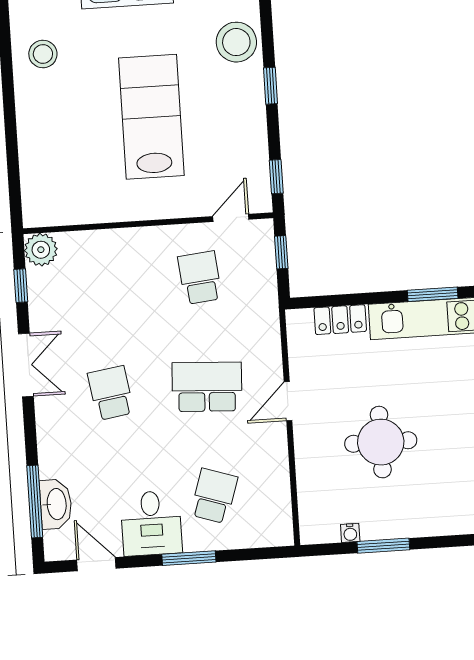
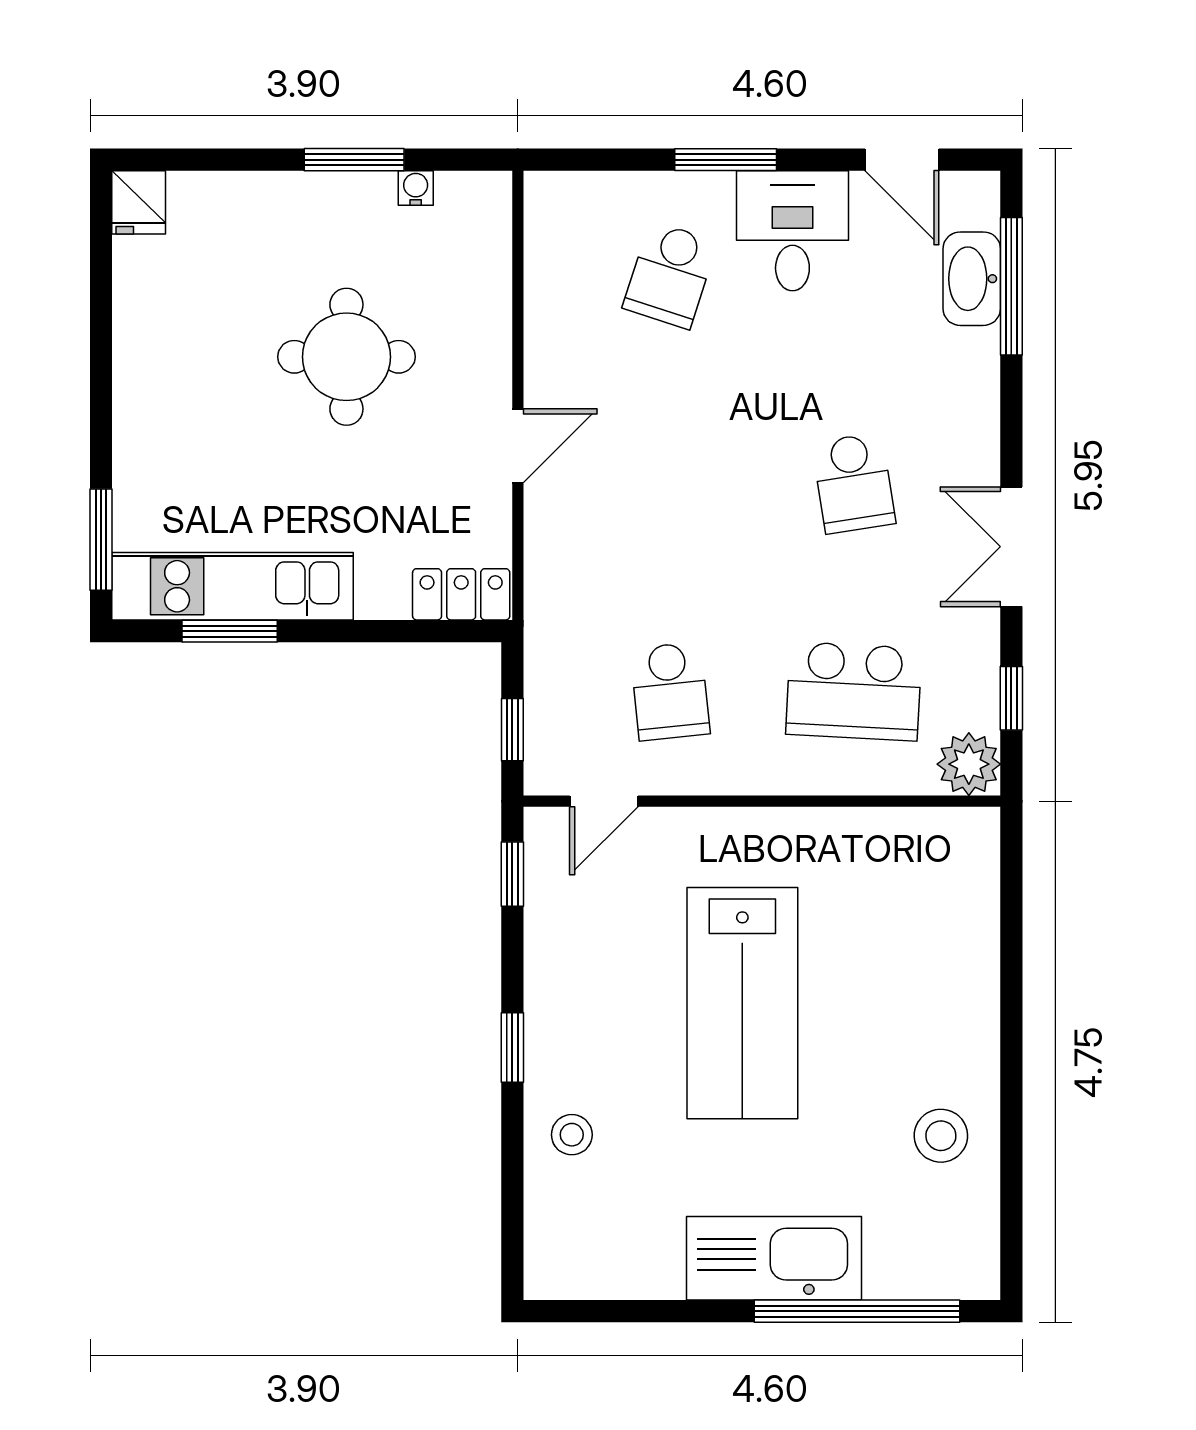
stool: (236, 42) -> (572, 1135), width x0.53, depth x0.53
locker: (340, 320) -> (461, 594), moved
school desk: (207, 387) -> (854, 691), moved

